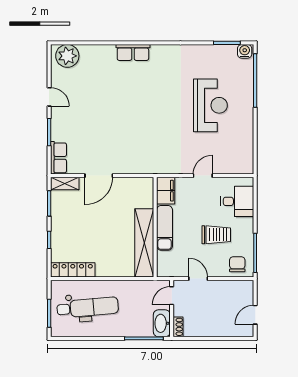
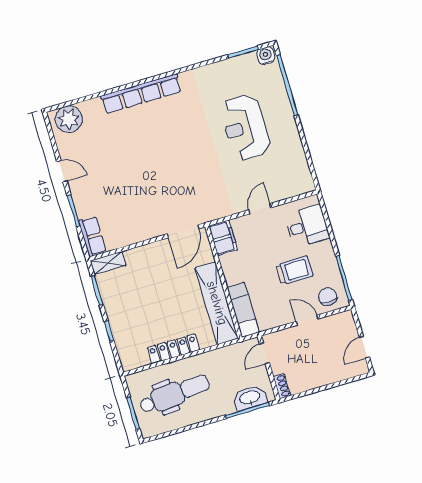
row of seats: (133, 52) -> (141, 94), width x2.02
reception desk: (210, 105) -> (245, 127), turned 180
door: (99, 176) -> (183, 231), moved
exam couch: (165, 228) -> (243, 310), moved
locker: (73, 270) -> (173, 349), moved
door: (198, 279) -> (307, 320), moved
washbasin: (162, 323) -> (250, 398), moved, turned 90

